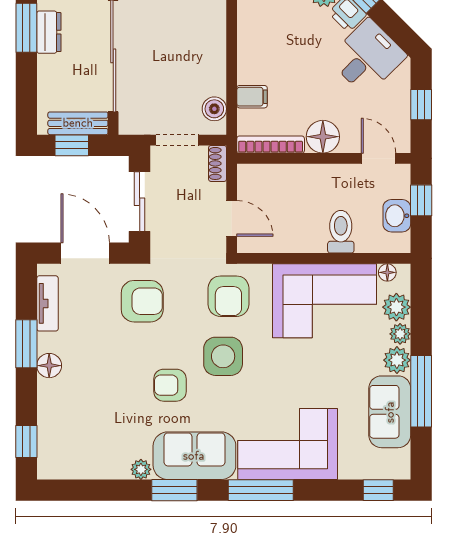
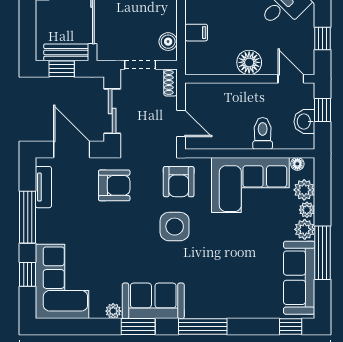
bookcase: (271, 145) -> (210, 68), removed
window: (26, 344) -> (28, 217), width x1.44
floor lamp: (49, 366) -> (45, 233), removed
armchair: (170, 385) -> (135, 248), removed
sofa: (390, 412) -> (299, 278), width x1.36
window: (26, 441) -> (28, 274), moved
corner sofa: (288, 444) -> (62, 281), moved, turned 90

